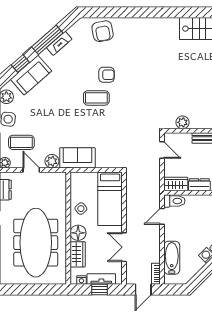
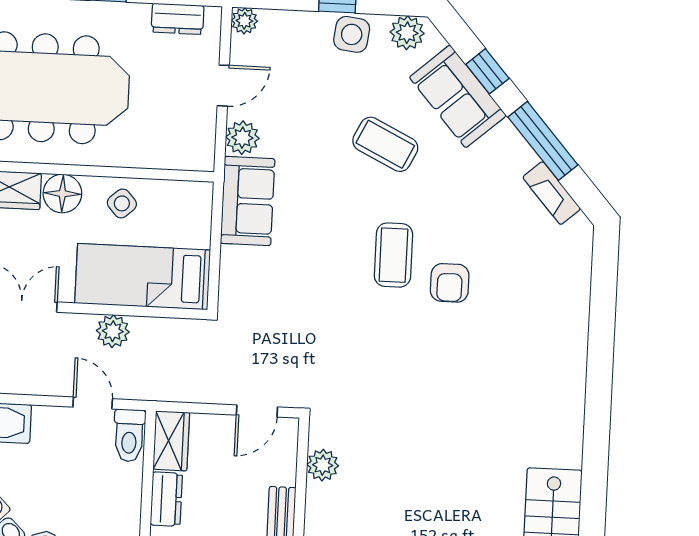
armchair: (103, 31) -> (558, 278), removed
fireplace: (59, 43) -> (552, 193), moved
coffee table: (21, 142) -> (385, 144), moved, turned -64
plant: (133, 210) -> (113, 331), added

